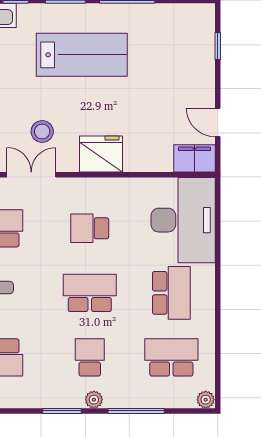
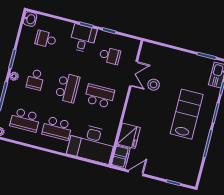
lab bench: (82, 55) -> (187, 114), turned 180
fridge: (101, 154) -> (129, 136), moved
school desk: (90, 228) -> (99, 96), width x1.85
school desk: (90, 357) -> (35, 80), turned 90
school desk: (171, 357) -> (25, 120), turned 90

